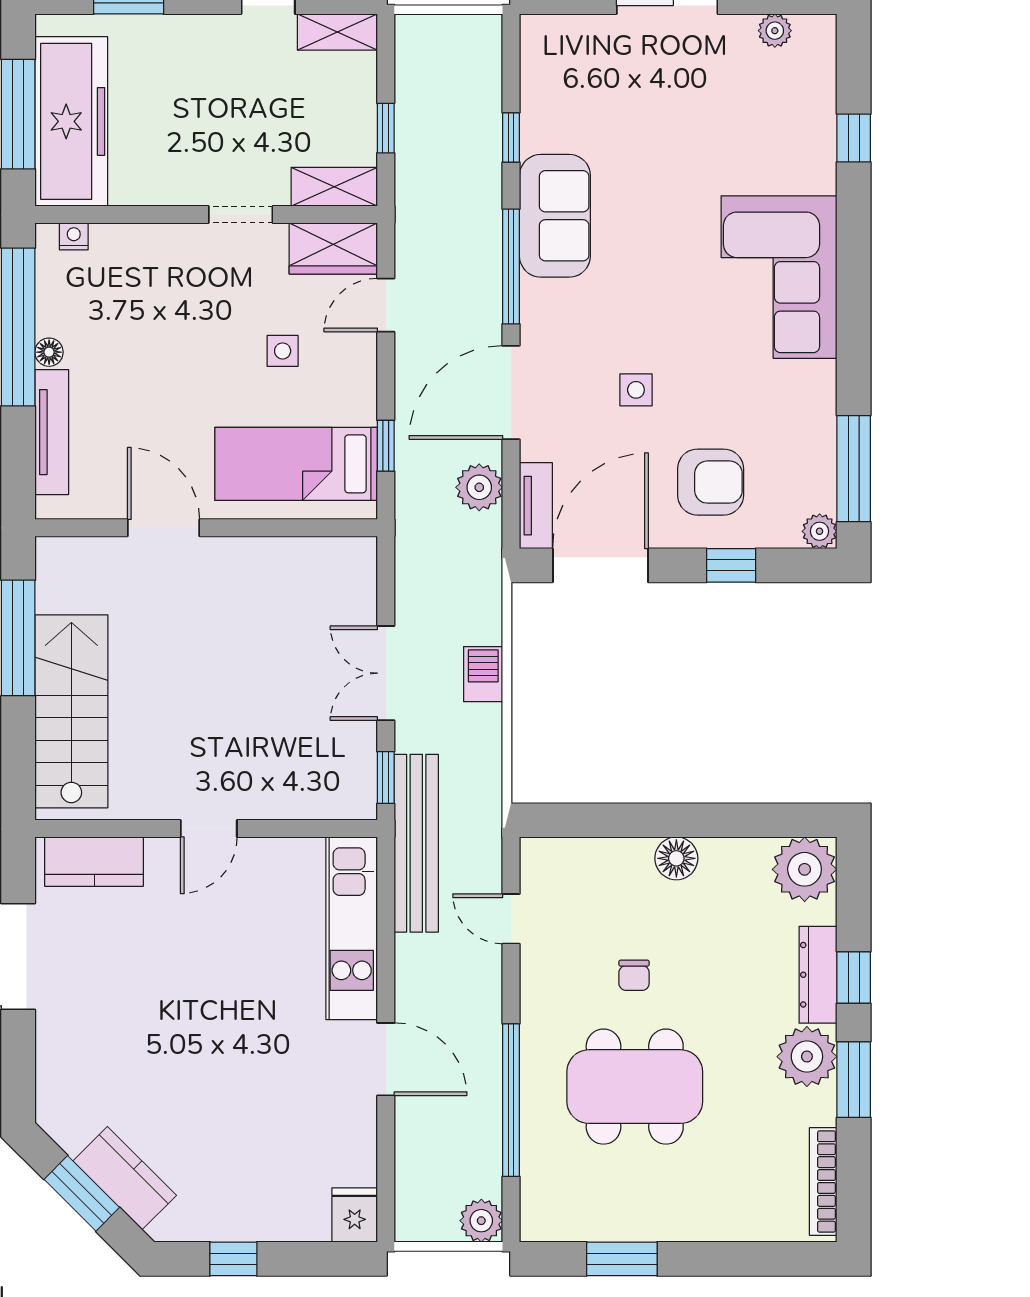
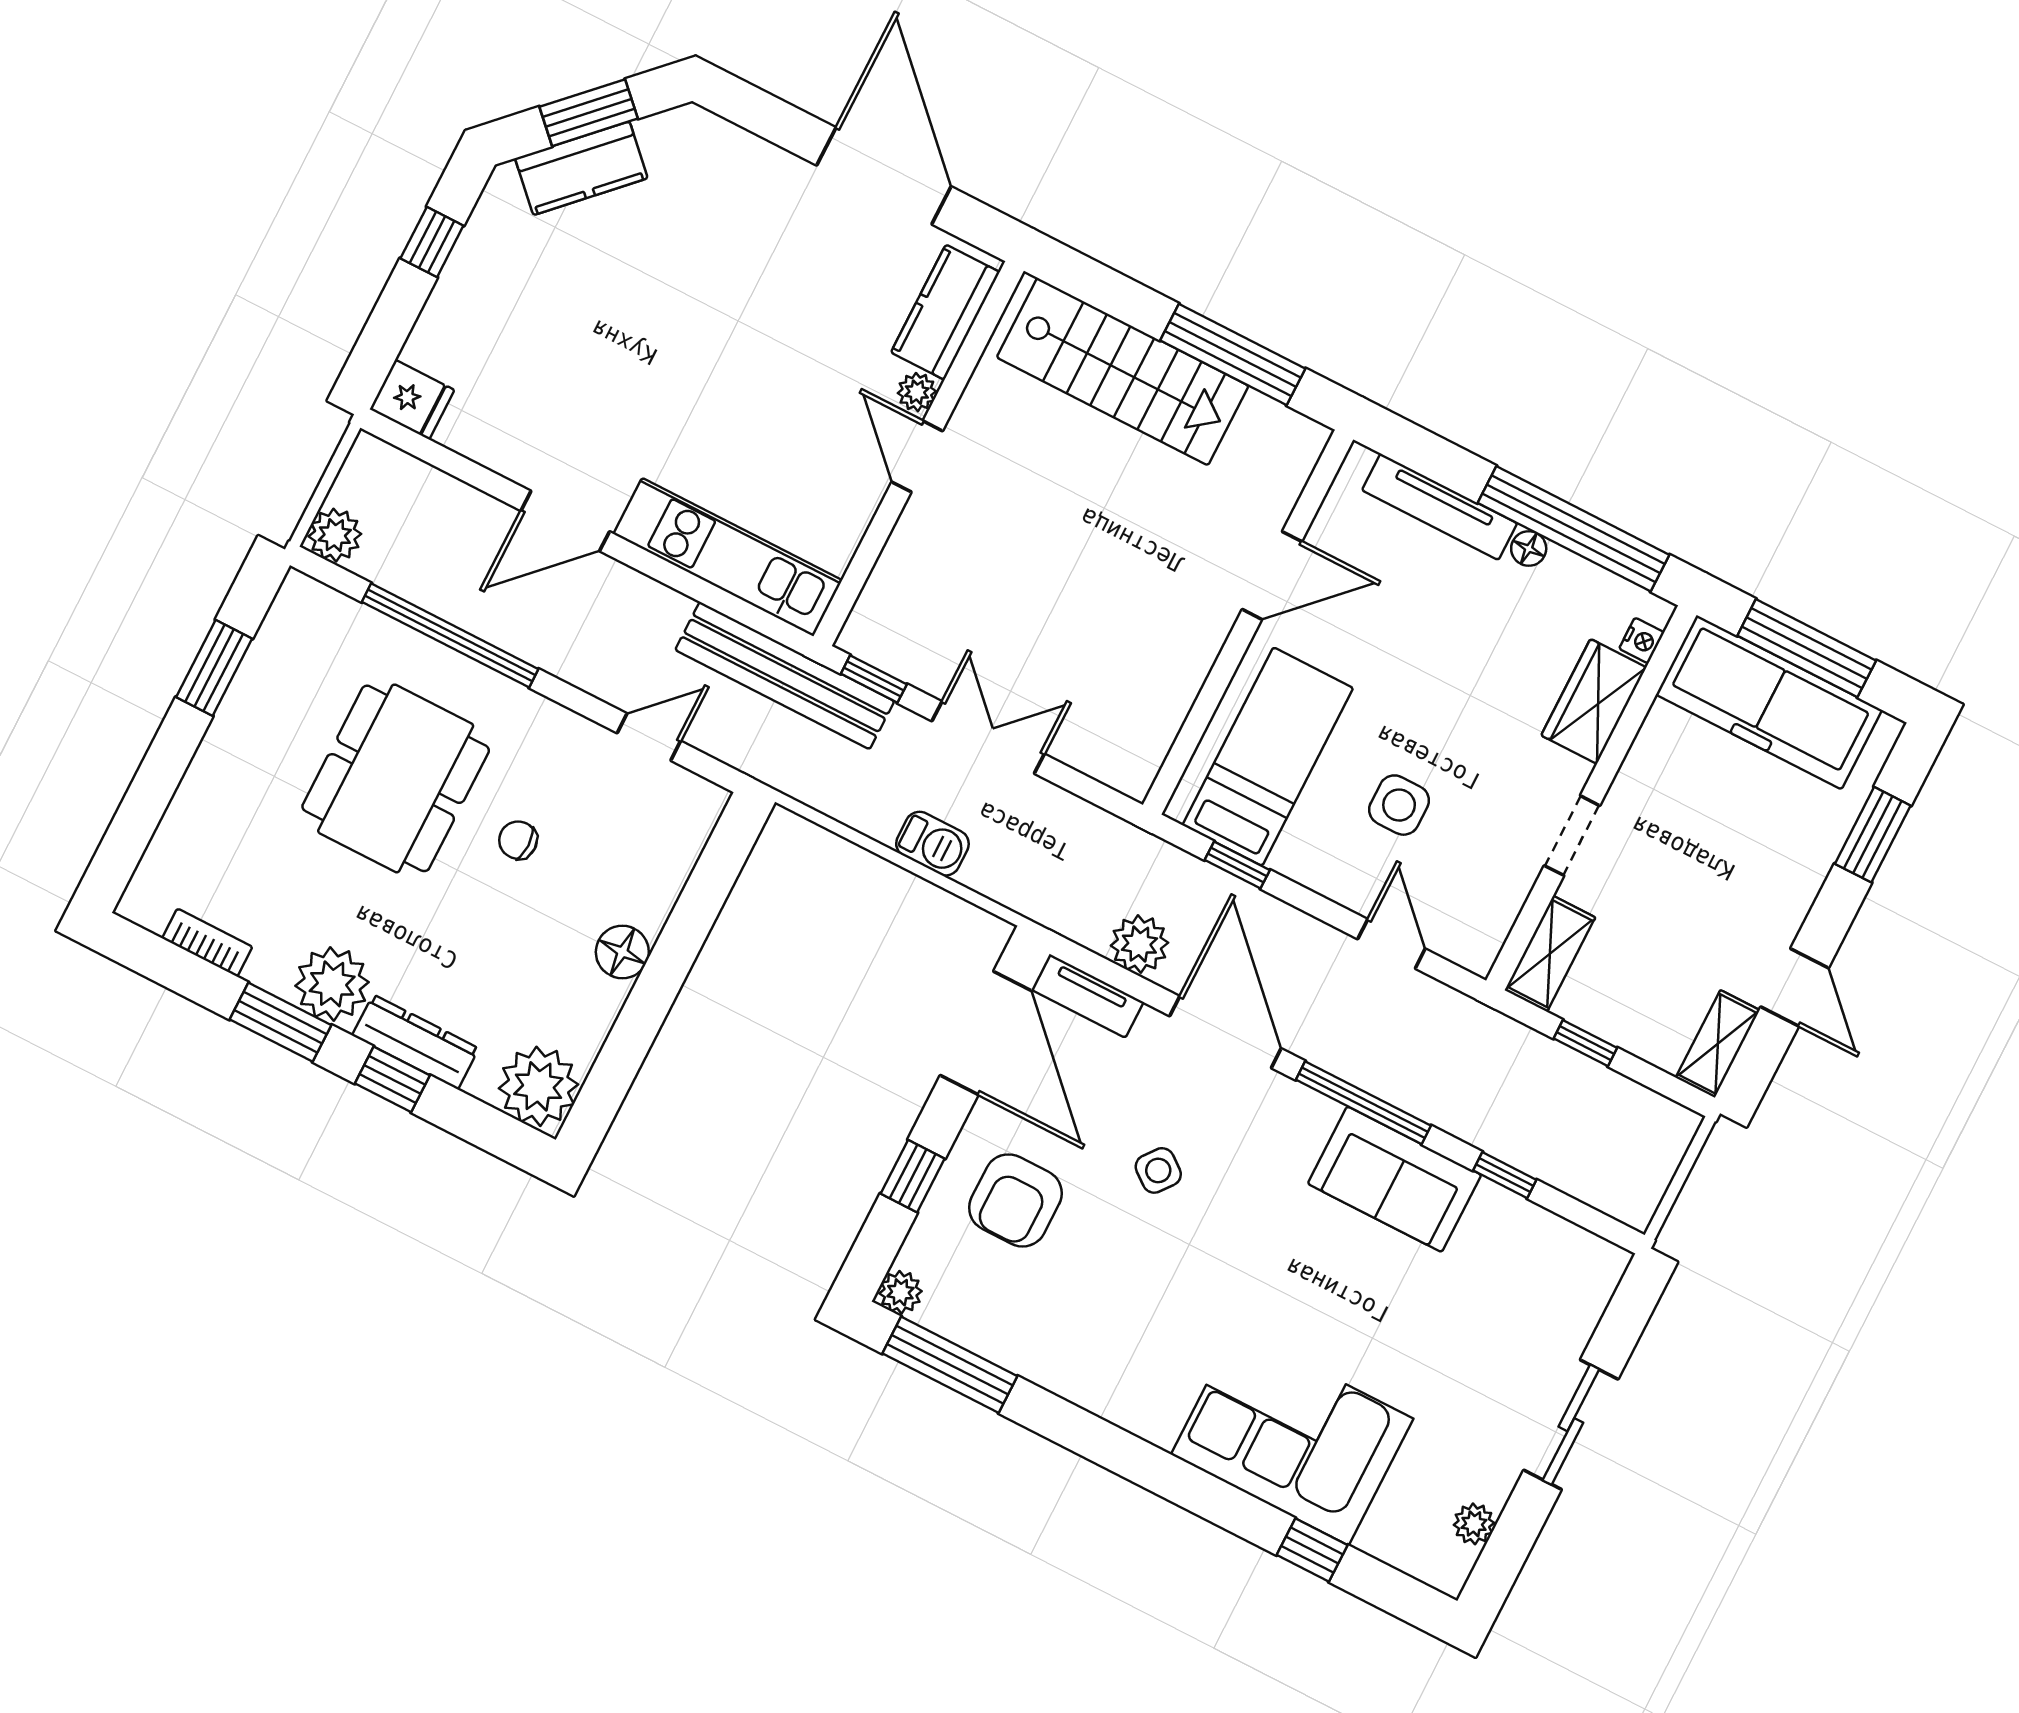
wardrobe: (333, 248) -> (1594, 701), moved
corner sofa: (779, 277) -> (1292, 1437), moved
side table: (283, 351) -> (1399, 805), width x1.37, depth x1.37
side table: (636, 390) -> (1158, 1170), turned 38
plant: (162, 853) -> (917, 392), added
bookcase: (823, 1181) -> (207, 943), width x0.64

